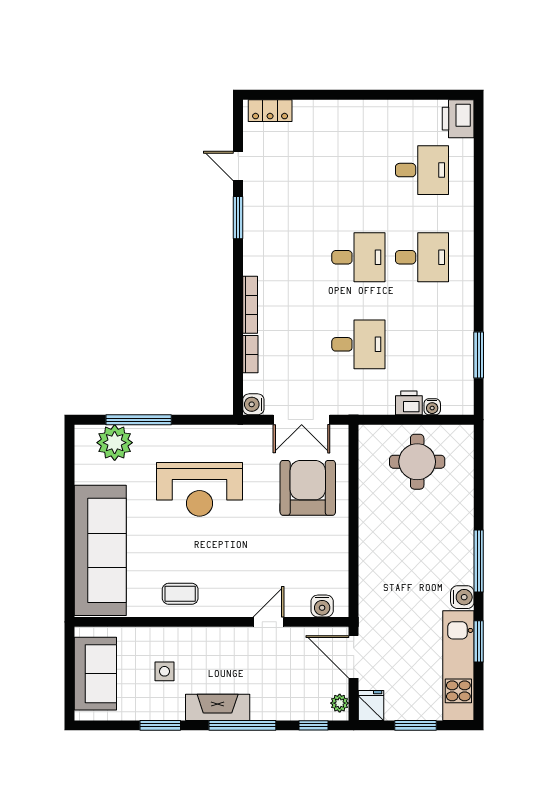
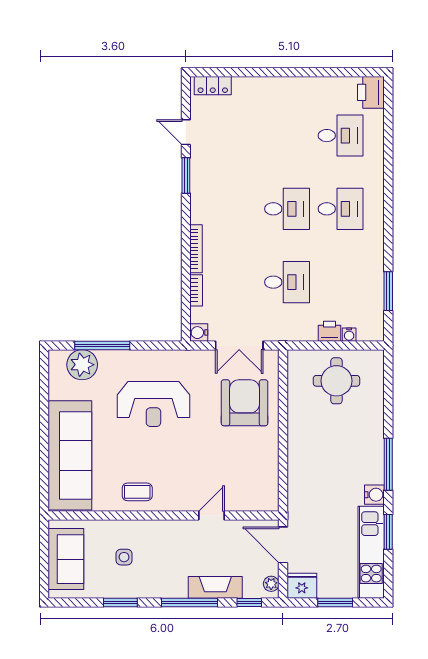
water cooler: (322, 606) -> (257, 502), removed
fridge: (371, 705) -> (302, 586), width x1.38
fireplace: (218, 707) -> (215, 587), moved

